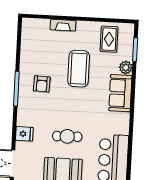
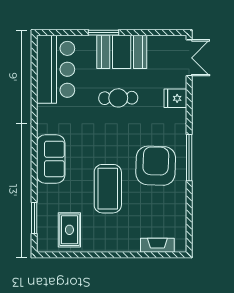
fireplace: (63, 25) -> (157, 245), moved
plant: (126, 67) -> (45, 193), removed
armchair: (42, 84) -> (156, 166), width x1.88, depth x1.88

